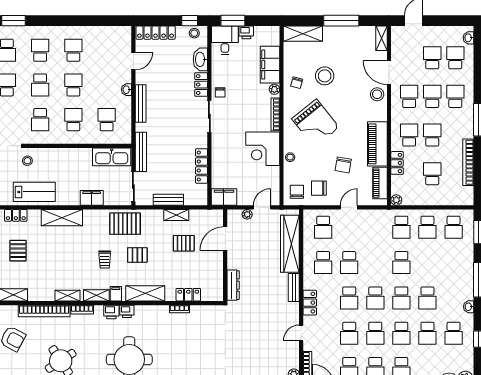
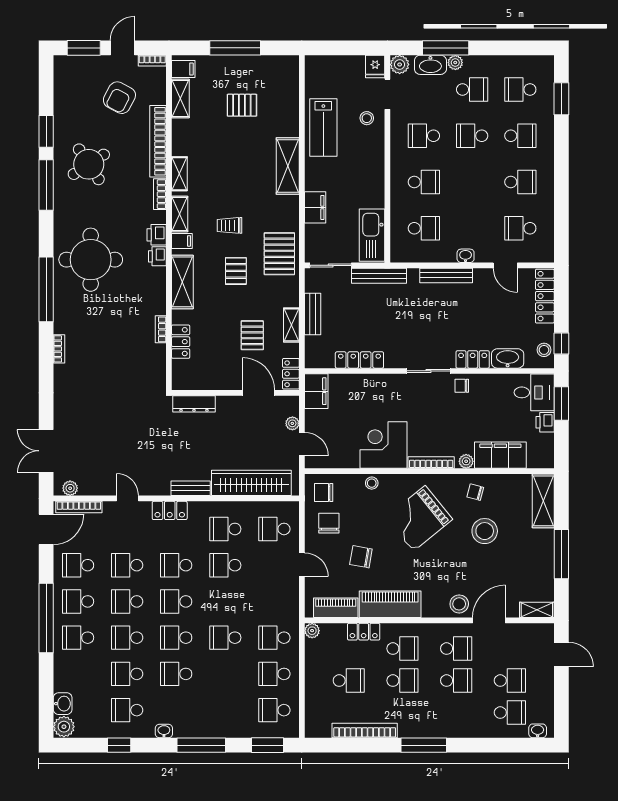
school desk: (73, 85) -> (520, 228), moved, turned 180
school desk: (455, 96) -> (456, 713), removed
chair: (297, 192) -> (324, 493), turned 180
locker: (16, 215) -> (291, 374), moved

